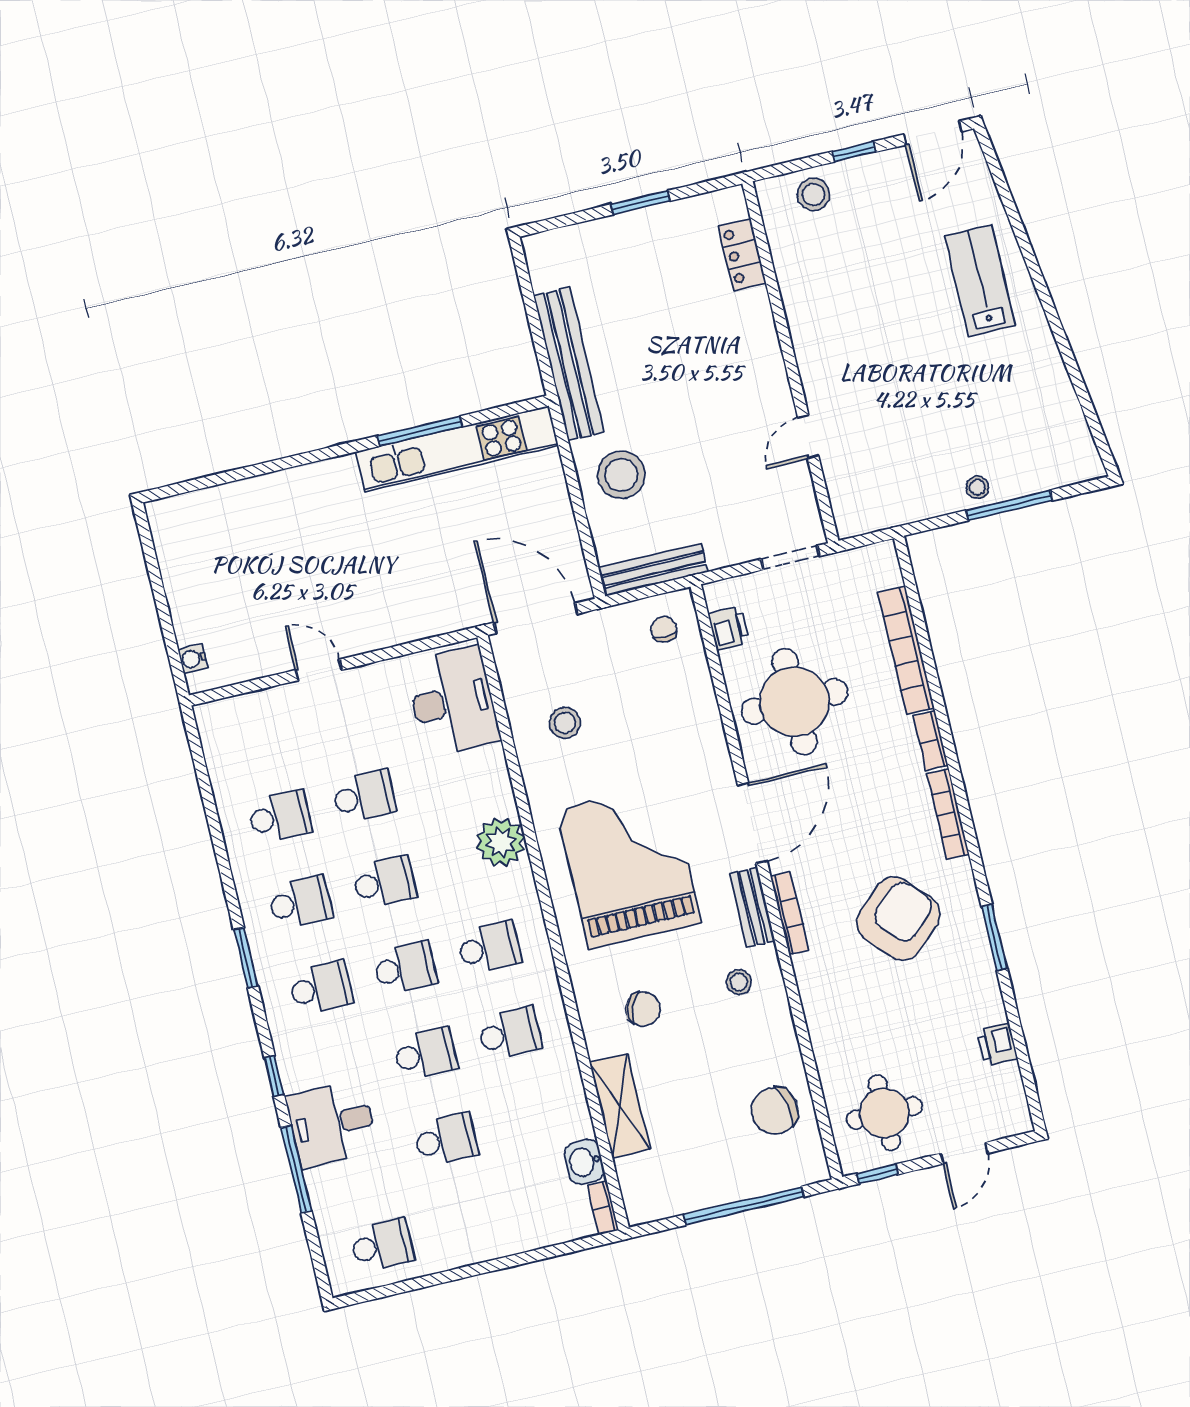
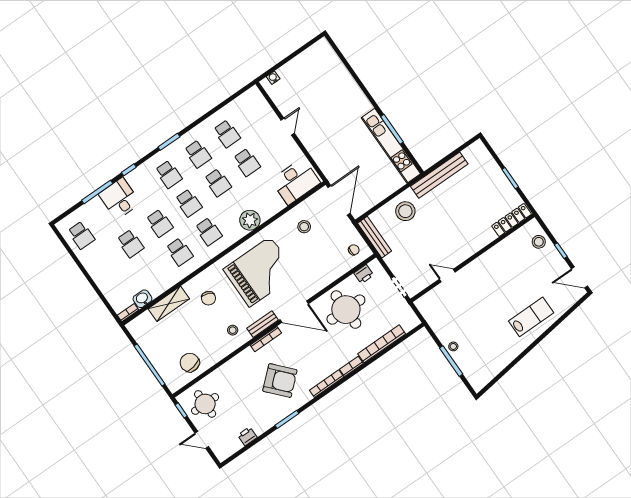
locker: (742, 255) -> (512, 220), width x1.53

